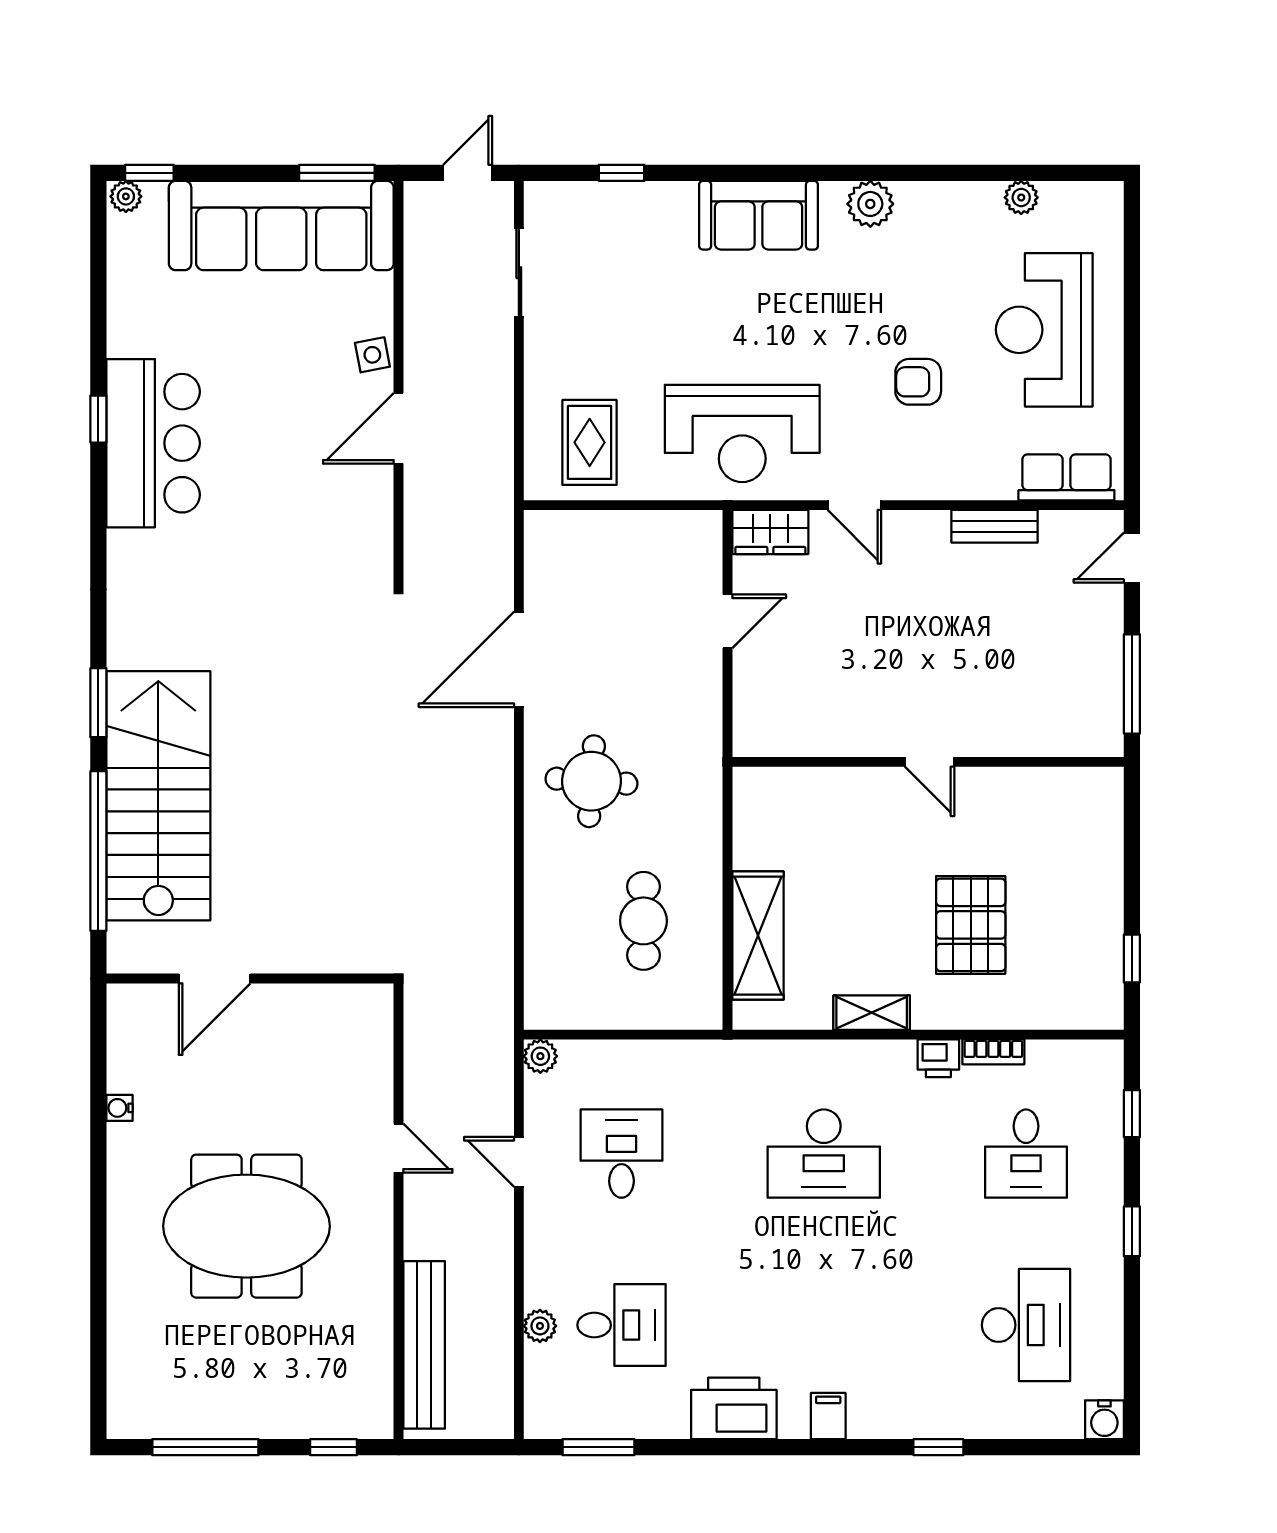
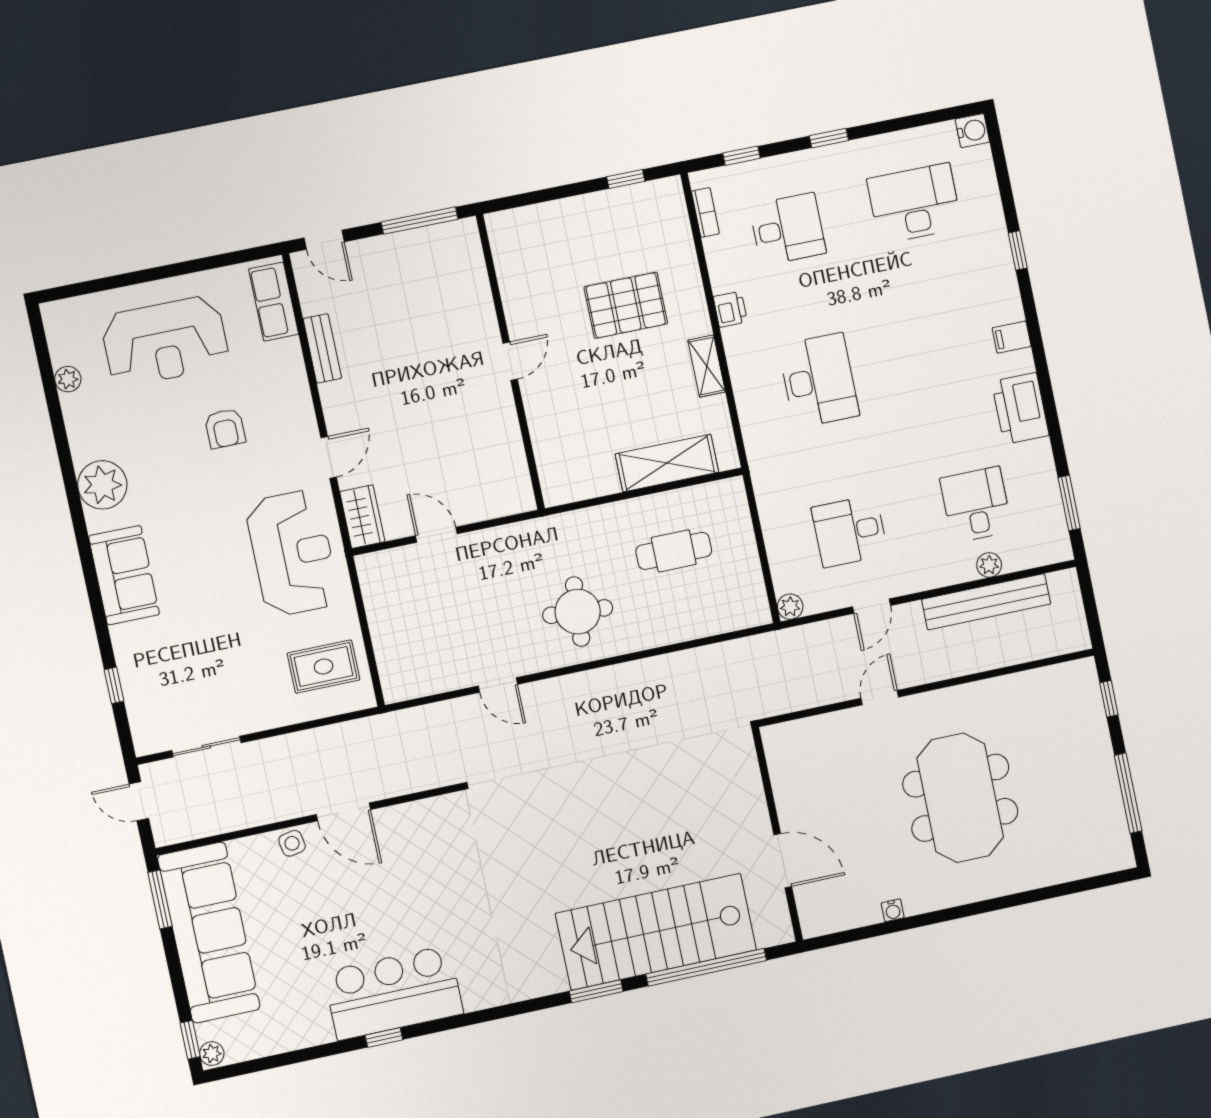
plant: (870, 204) -> (102, 485), width x1.36, depth x1.36
door: (519, 659) -> (498, 685), width x0.53
bookcase: (993, 1052) -> (705, 212), moved
bench: (424, 1345) -> (986, 602), moved

